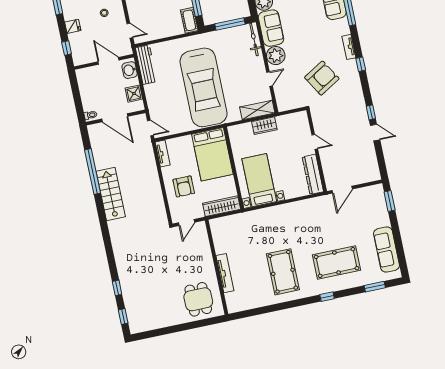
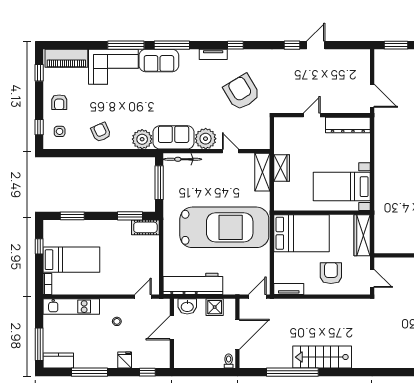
workbench: (146, 65) -> (193, 284), width x1.36, depth x1.32
armchair: (184, 186) -> (331, 273), turned -90

